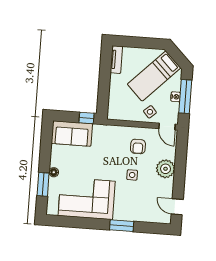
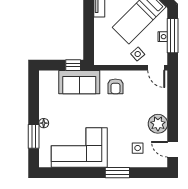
sofa: (72, 134) -> (79, 82), moved
armchair: (138, 146) -> (115, 86), moved
plant: (166, 169) -> (158, 124), moved
side table: (132, 175) -> (138, 148), moved

